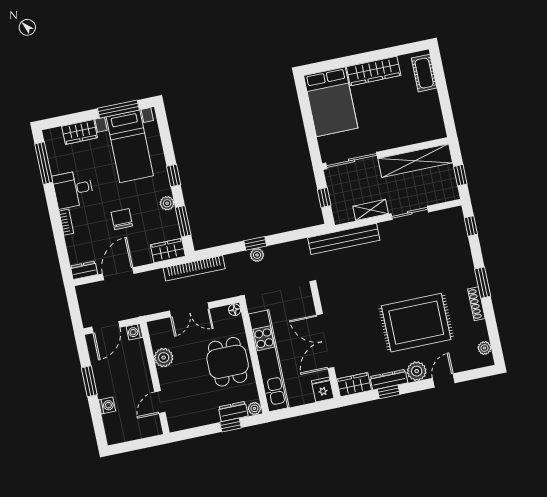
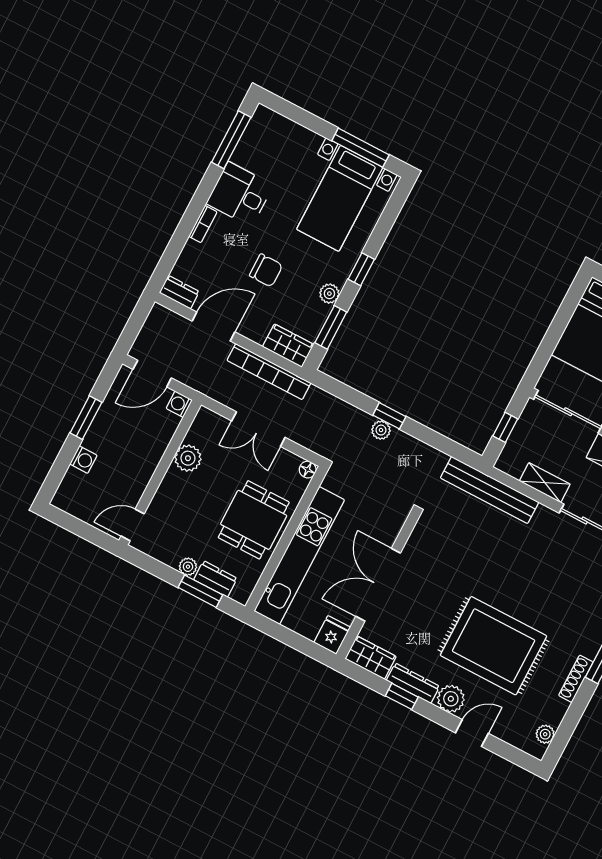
wardrobe: (80, 132) -> (298, 138), removed
chair: (122, 219) -> (266, 270), turned 90
bookcase: (194, 268) -> (269, 372), moved
door: (160, 402) -> (133, 525), moved
plant: (254, 408) -> (188, 567), moved
window: (231, 425) -> (200, 591), width x1.50

